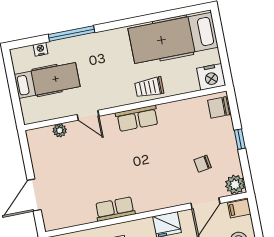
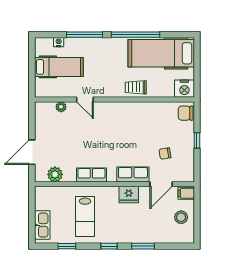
window: (136, 21) -> (135, 35), added
row of seats: (137, 118) -> (133, 174), moved, turned 180
plant: (235, 185) -> (55, 174), moved

